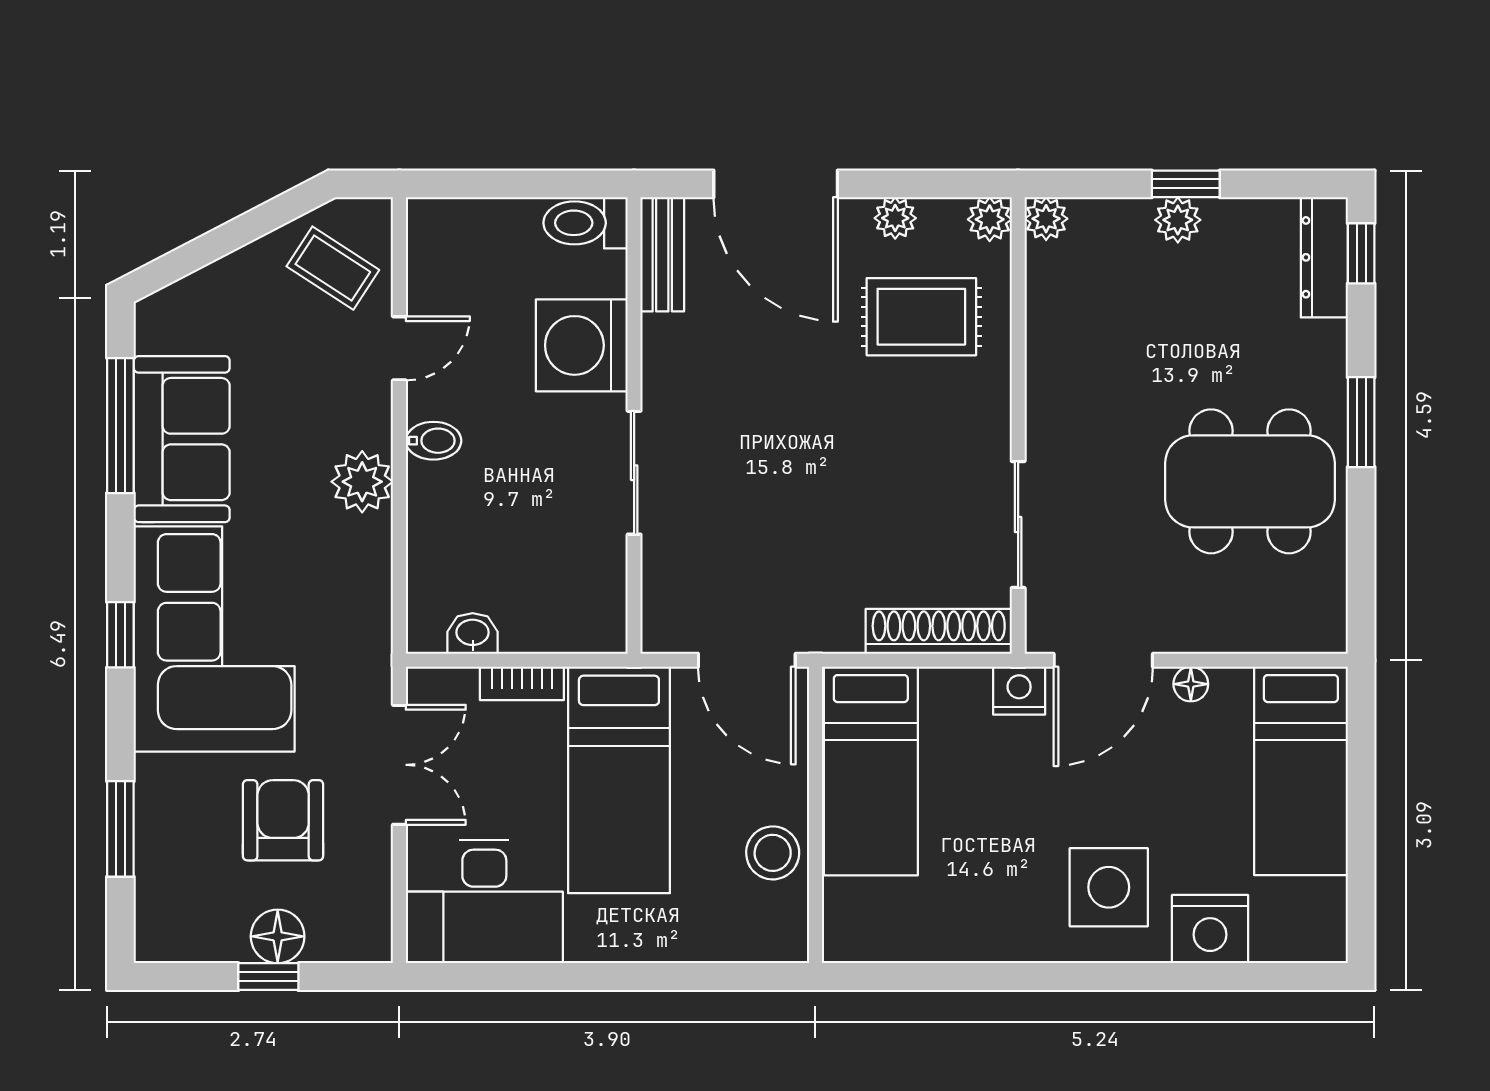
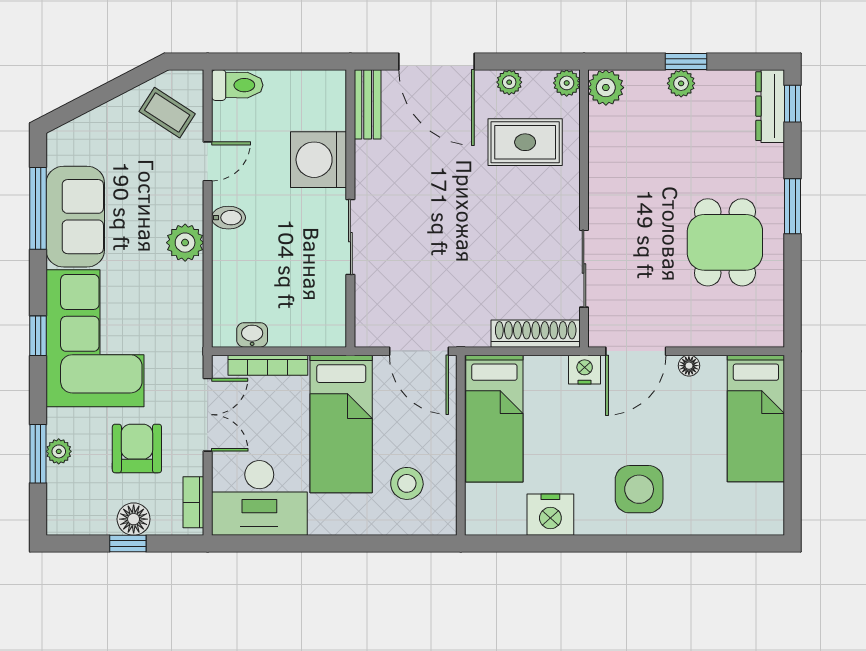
plant: (1046, 219) -> (606, 88), width x1.38, depth x1.38
toilet: (586, 223) -> (237, 85), moved, turned 180
dining table: (1250, 481) -> (725, 242), width x0.73
bookcase: (522, 683) -> (268, 365), width x1.56
plant: (155, 825) -> (59, 451), added
stool: (773, 853) -> (407, 483), moved
bookcase: (376, 909) -> (193, 502), added
nightstand: (1210, 929) -> (550, 515), moved

